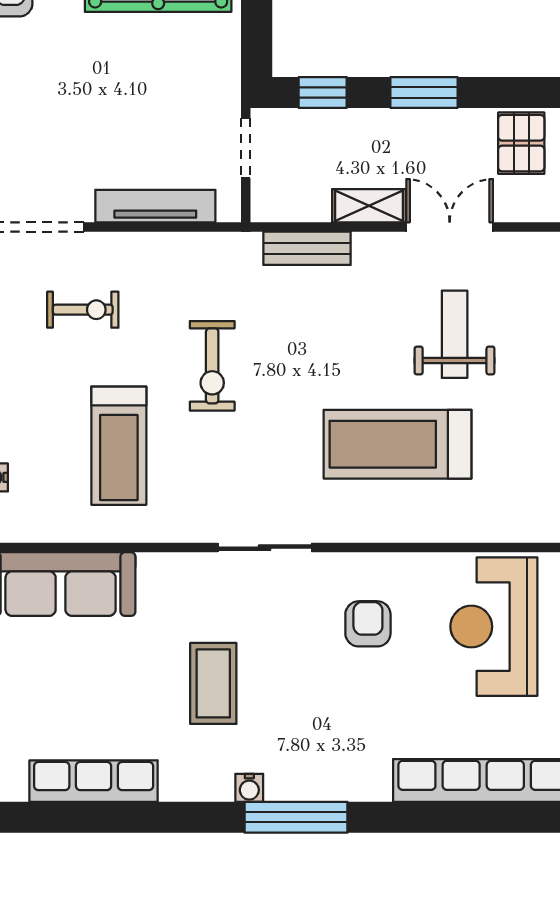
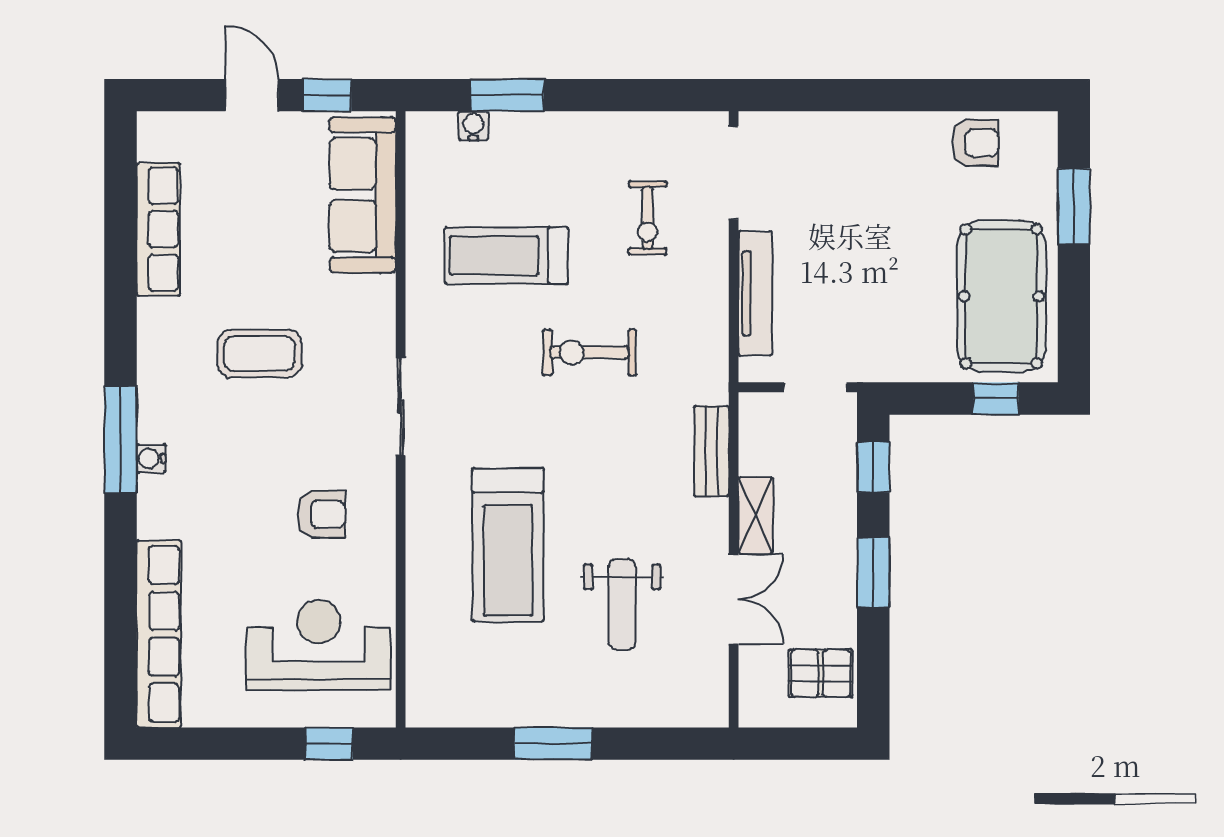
weight bench: (455, 334) -> (622, 604), turned 90
treadmill: (398, 444) -> (508, 545), turned 180
water cooler: (249, 788) -> (151, 458), moved

